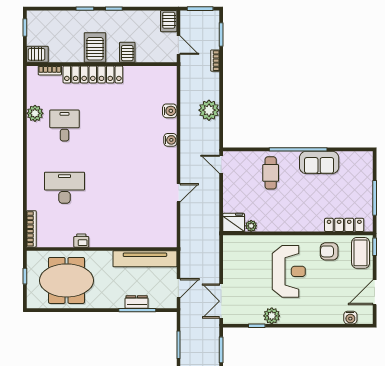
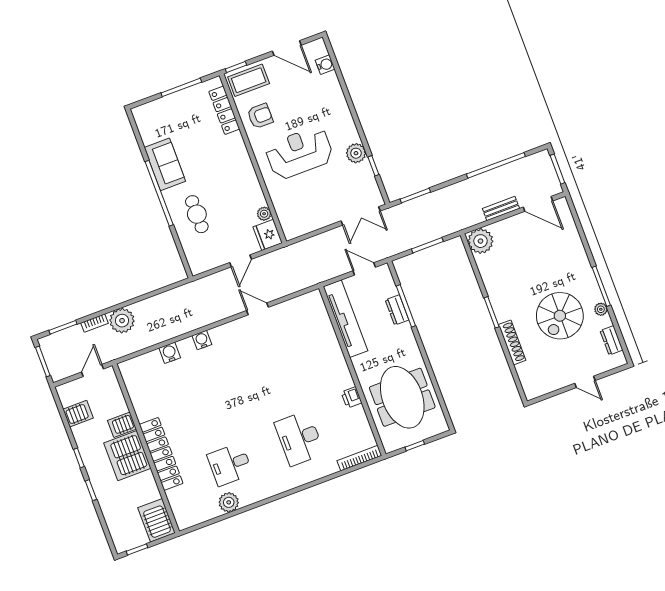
server rack: (169, 21) -> (78, 414), moved
server rack: (95, 47) -> (127, 456), width x1.60
server rack: (37, 54) -> (157, 520), width x1.36, depth x1.44
bookcase: (50, 70) -> (175, 504), removed
plant: (209, 110) -> (122, 321), moved
door: (221, 164) -> (241, 261), moved
cafe table: (271, 173) -> (197, 214), turned 90
armchair: (329, 251) -> (260, 116), turned -90

